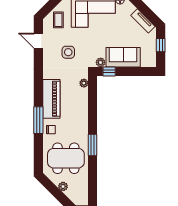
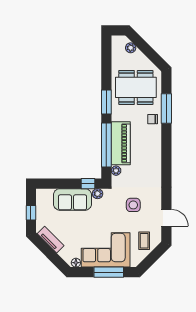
piano: (51, 99) -> (121, 143), moved, turned 180
window: (93, 106) -> (106, 145), added
window: (38, 120) -> (166, 108), moved
plant: (63, 186) -> (131, 48), moved

